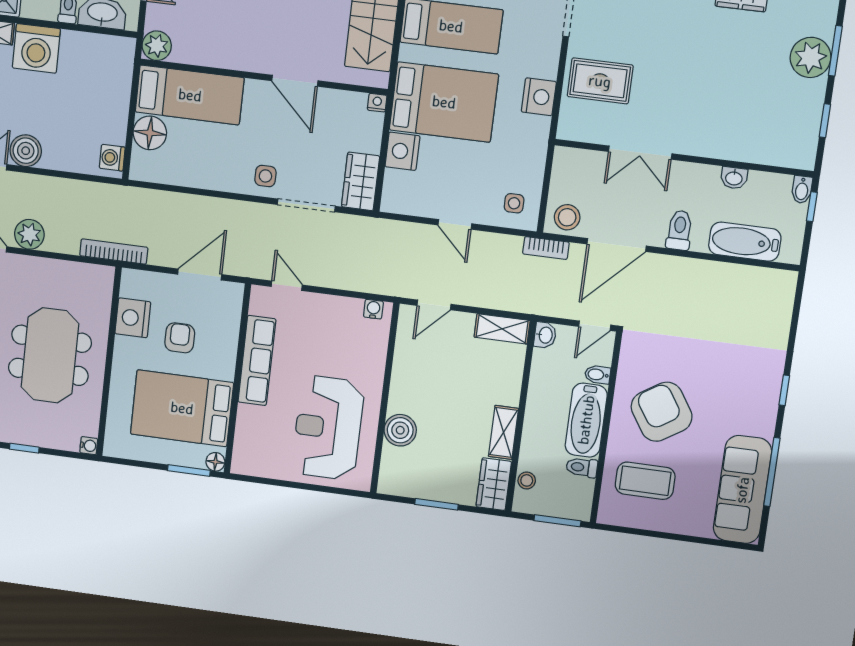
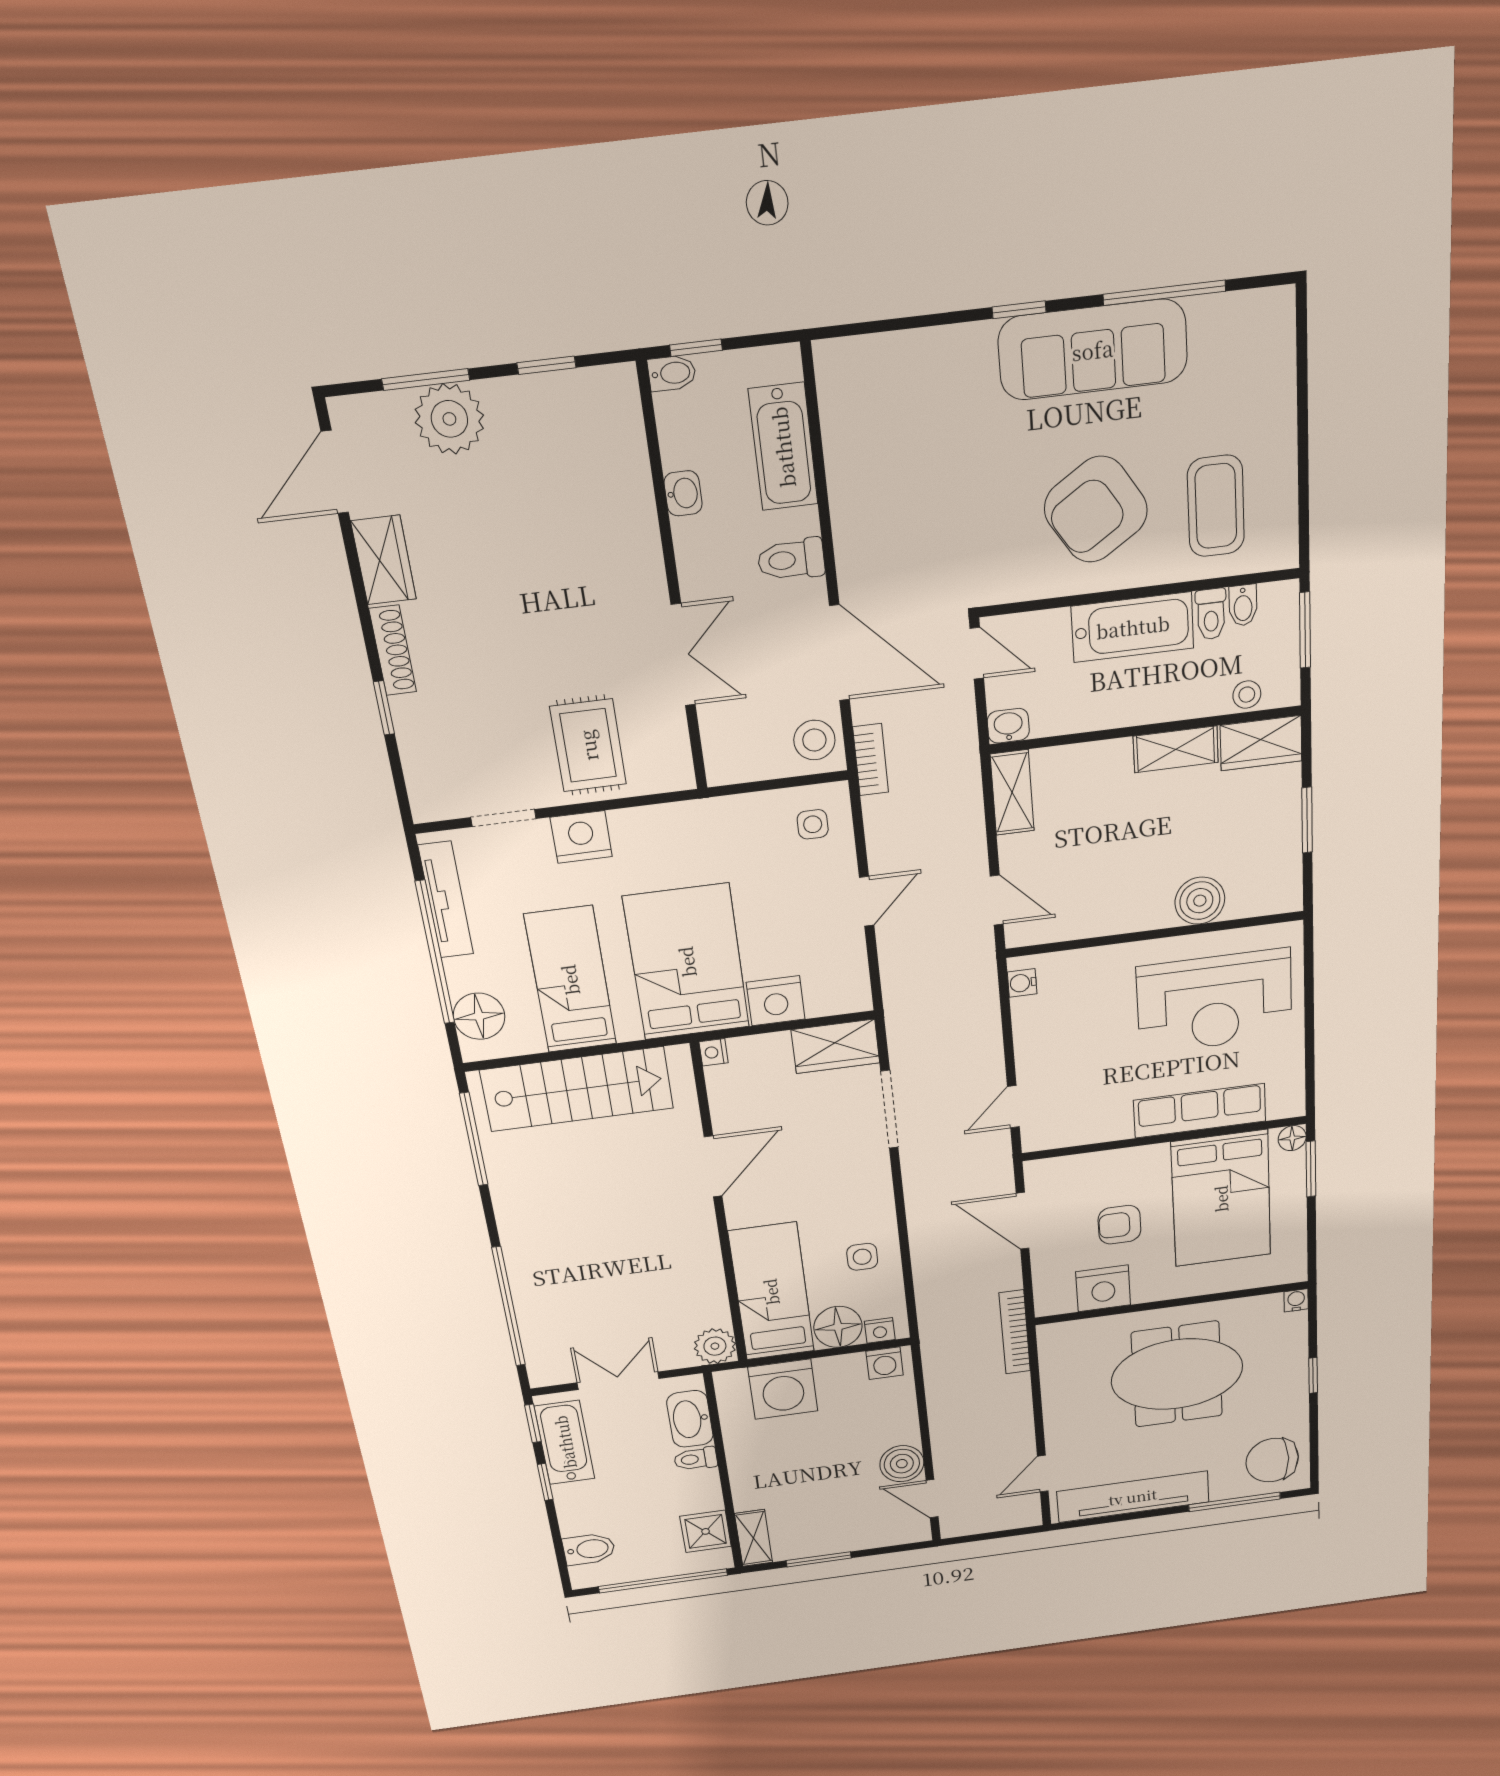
washing machine: (36, 48) -> (783, 1389), moved, turned 90
nightstand: (539, 97) -> (581, 837), moved
nightstand: (139, 161) -> (880, 1330), added
side table: (265, 176) -> (862, 1257), moved
plant: (29, 234) -> (1015, 1435), removed
row of seats: (257, 361) -> (1200, 1111), moved
bidet: (598, 375) -> (1243, 605), moved
sofa: (742, 490) -> (1093, 350), moved

